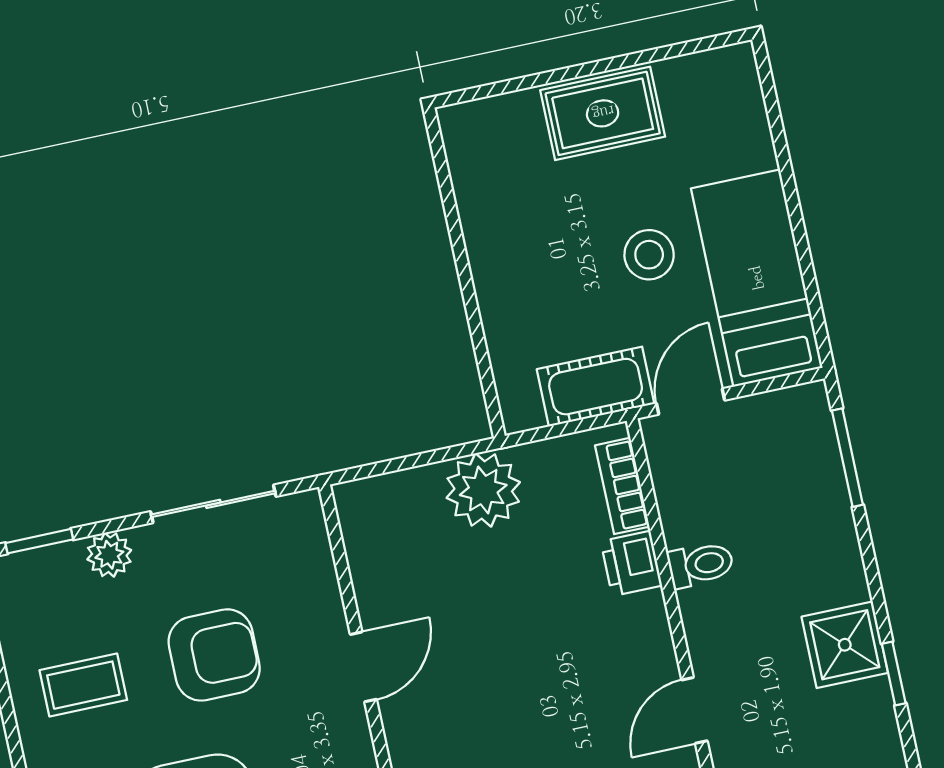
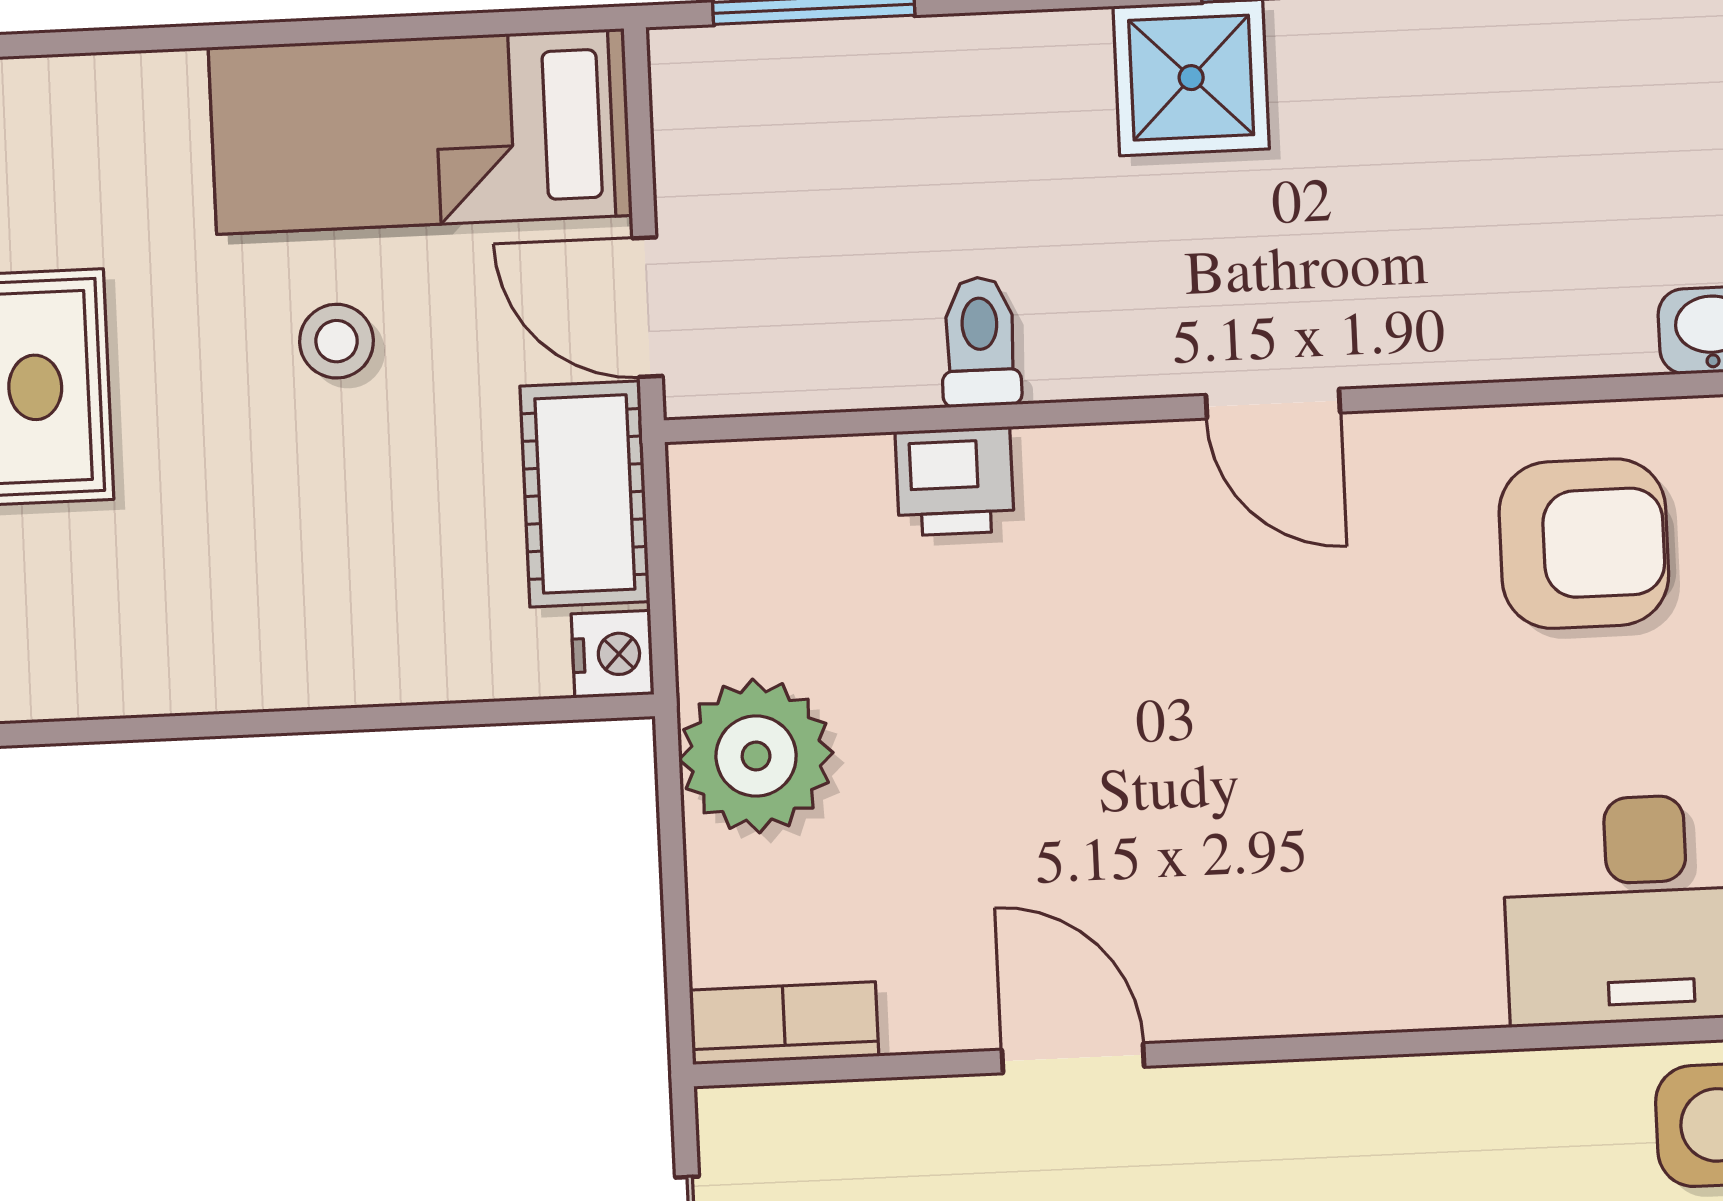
stool: (649, 255) -> (337, 341), width x0.73, depth x0.73
nightstand: (521, 413) -> (613, 654), added
bookcase: (622, 486) -> (784, 1023), moved, turned 180

